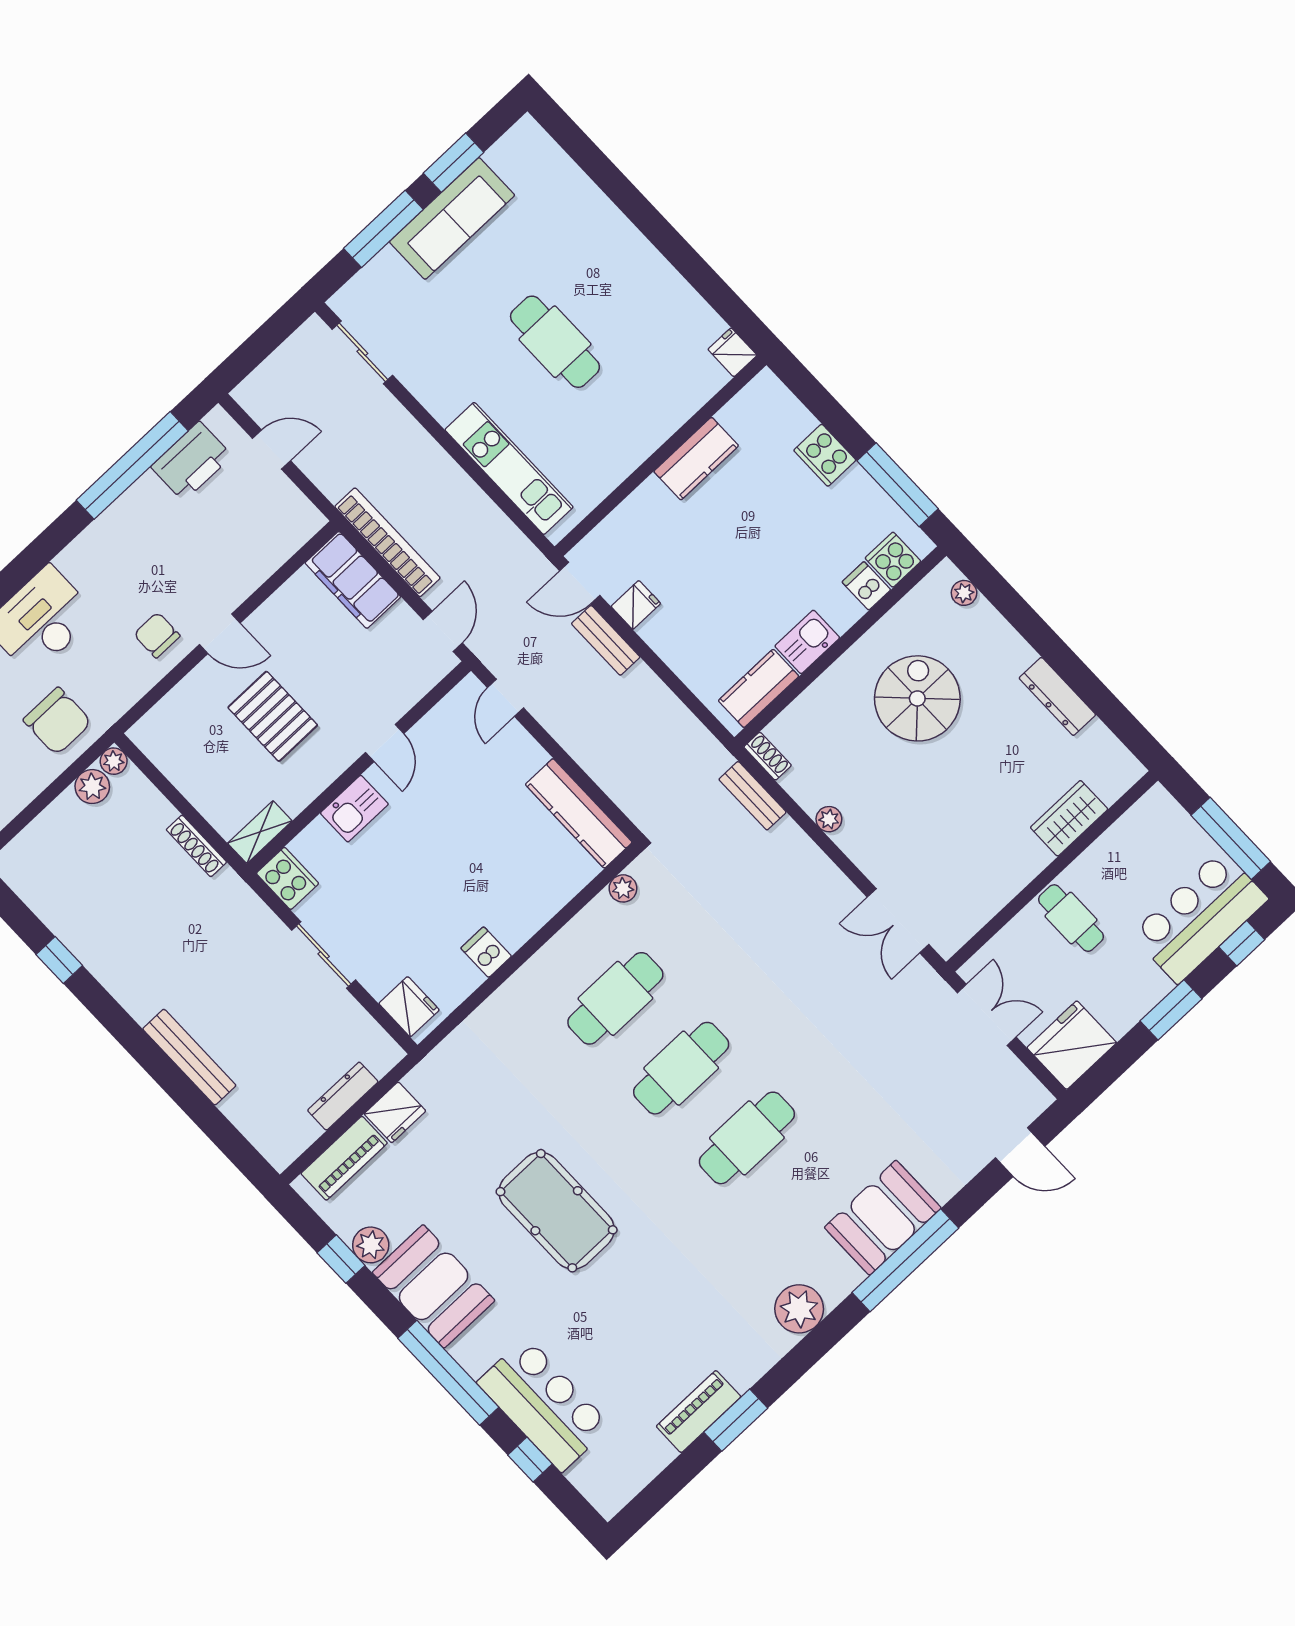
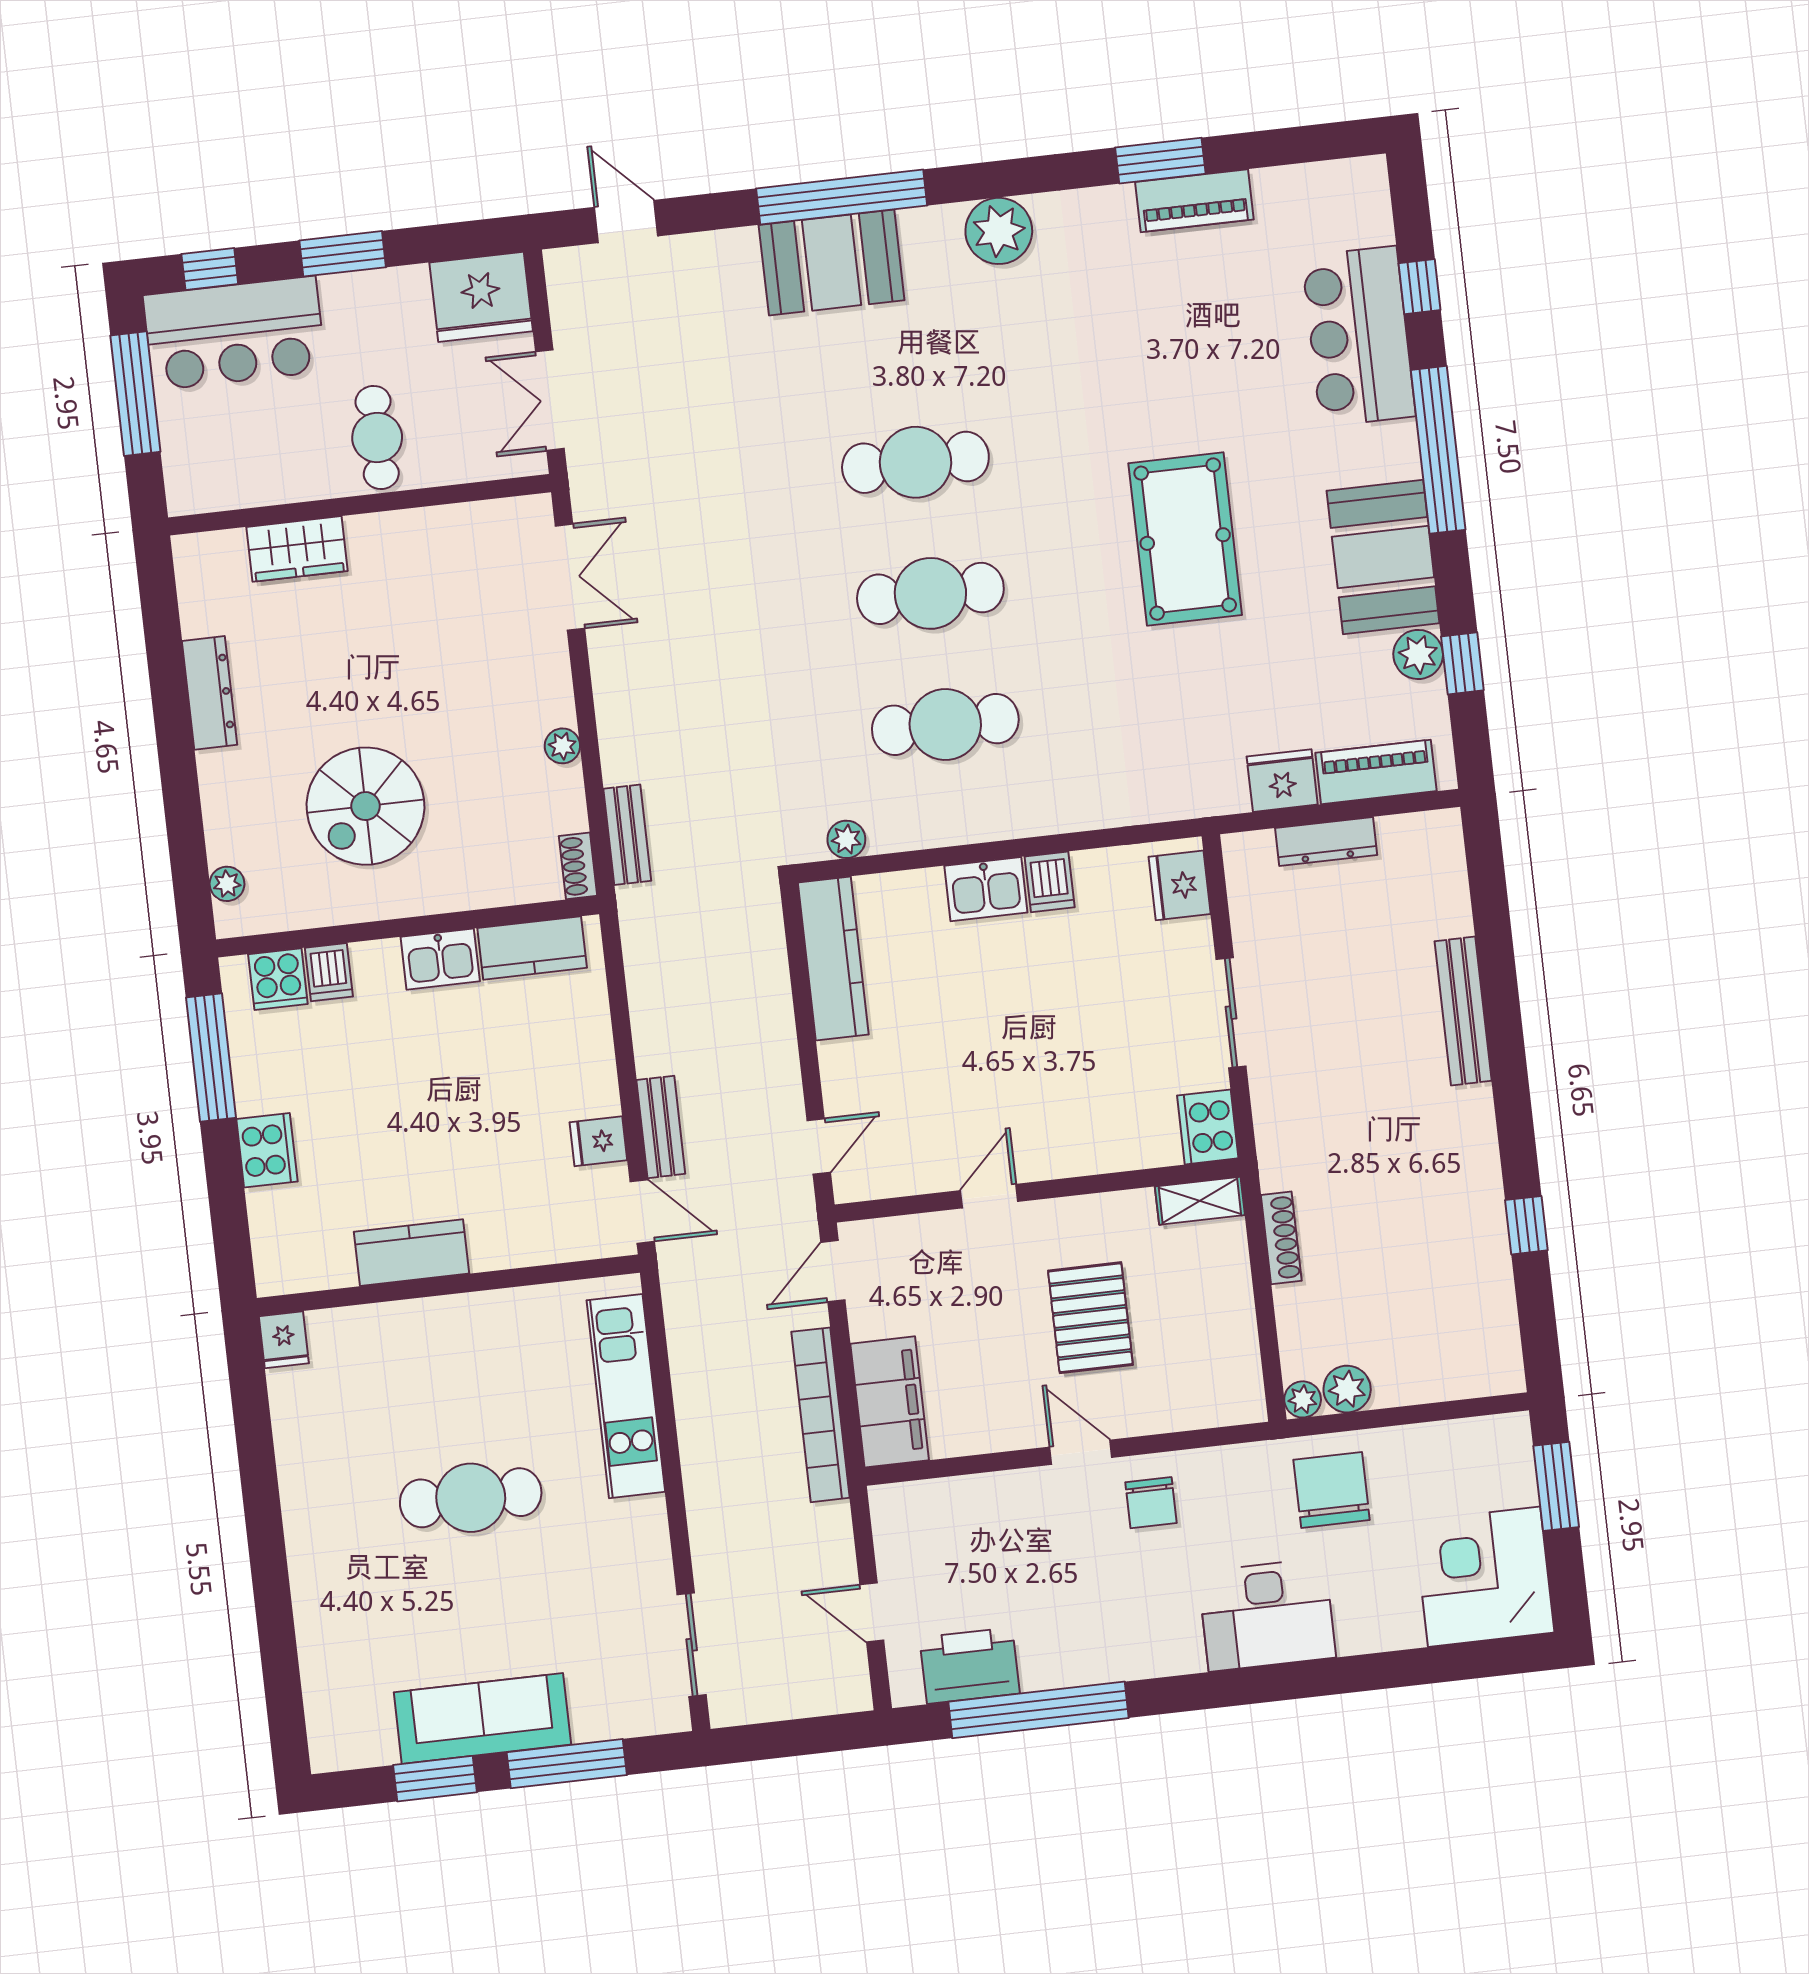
cafe table: (555, 342) -> (471, 1498), turned 90
kitchen sink: (354, 809) -> (986, 889), moved, turned 180

